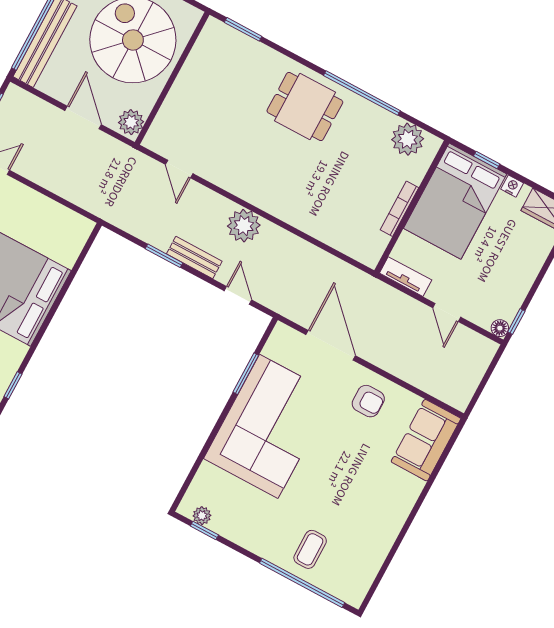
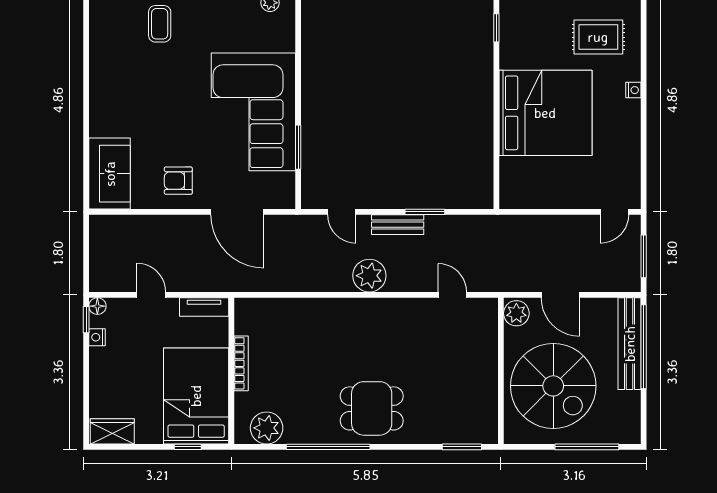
nightstand: (512, 186) -> (97, 337), moved, turned 90

